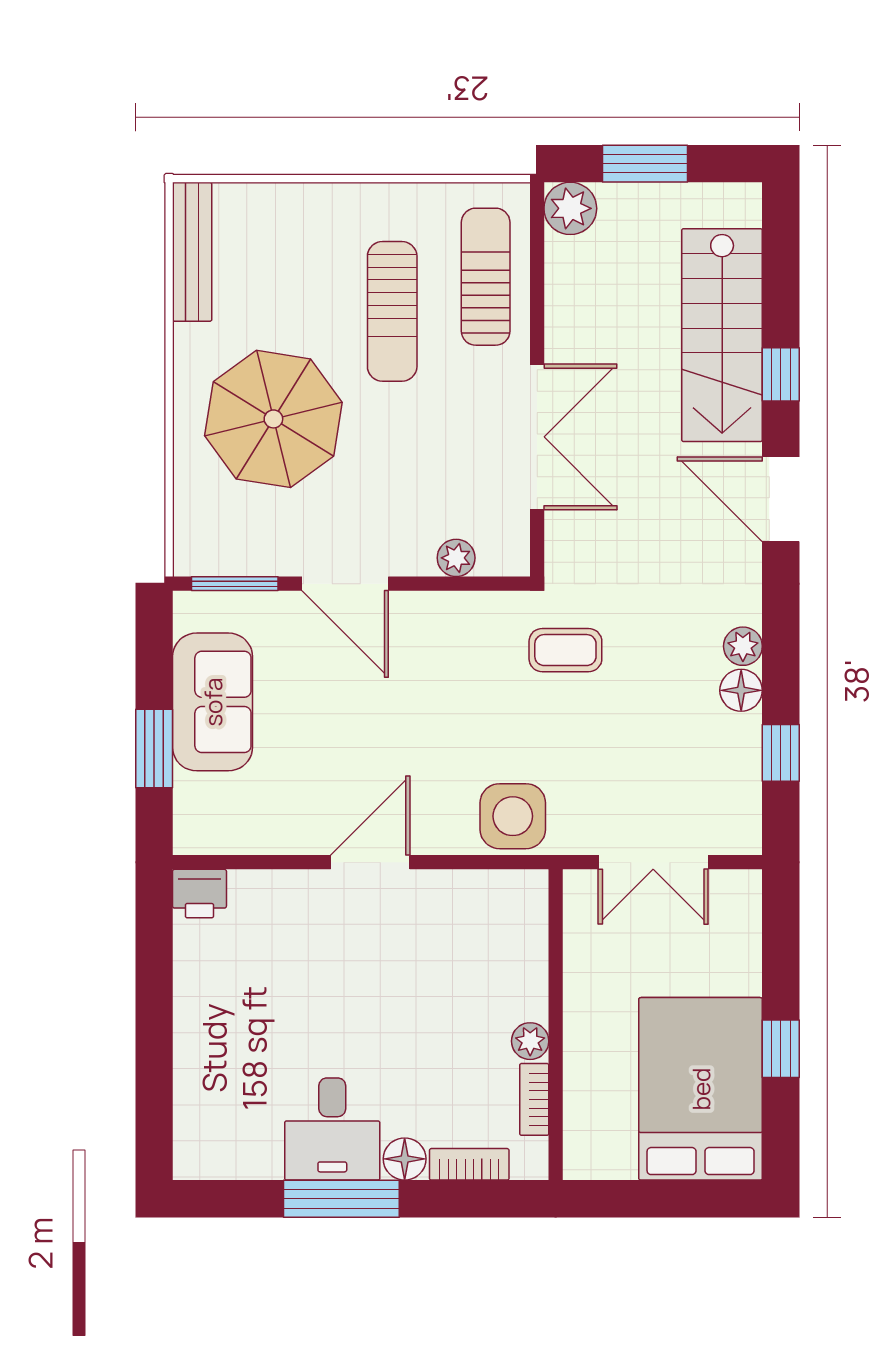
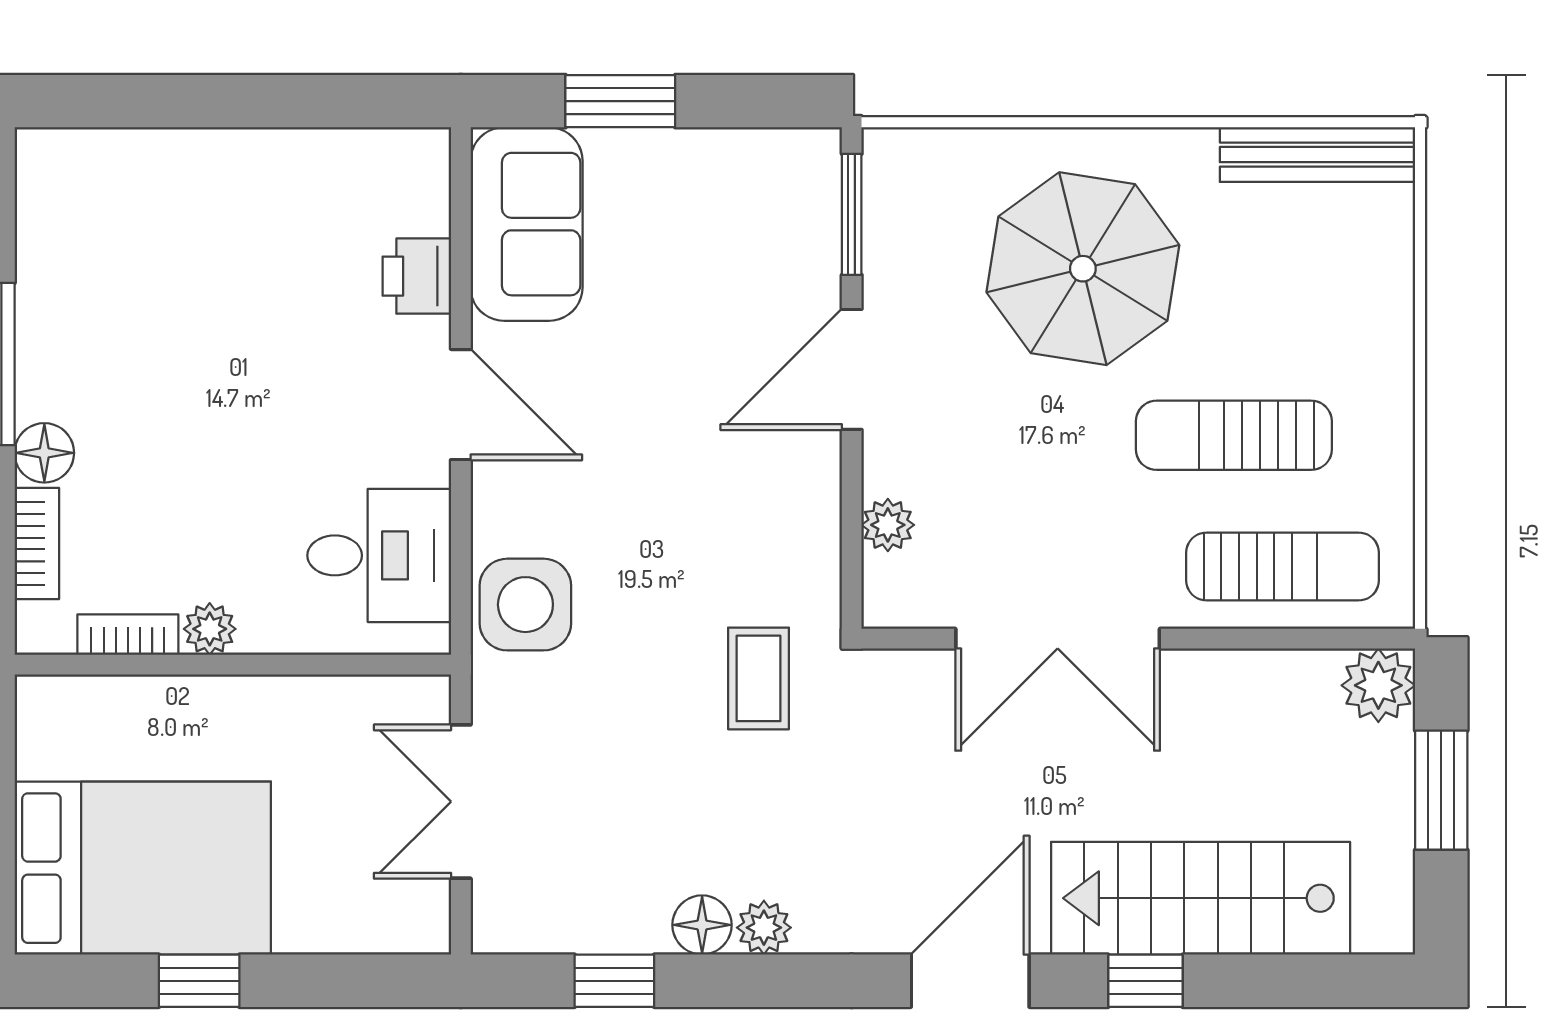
sofa: (213, 702) -> (527, 224), moved, turned -90
printer: (199, 894) -> (417, 276), moved
desk: (332, 1129) -> (379, 555), moved, turned 180

